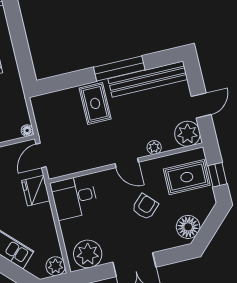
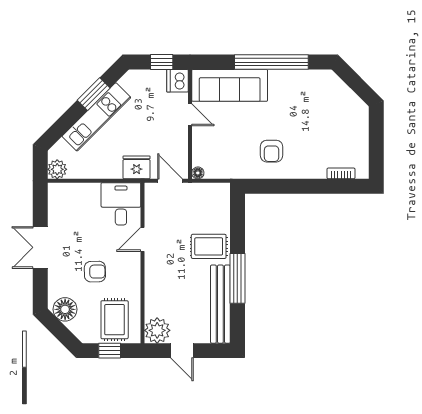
plant: (154, 147) -> (151, 294), removed
door: (127, 163) -> (143, 239), moved
armchair: (145, 207) -> (95, 272), turned -47
plant: (88, 254) -> (62, 204), removed

